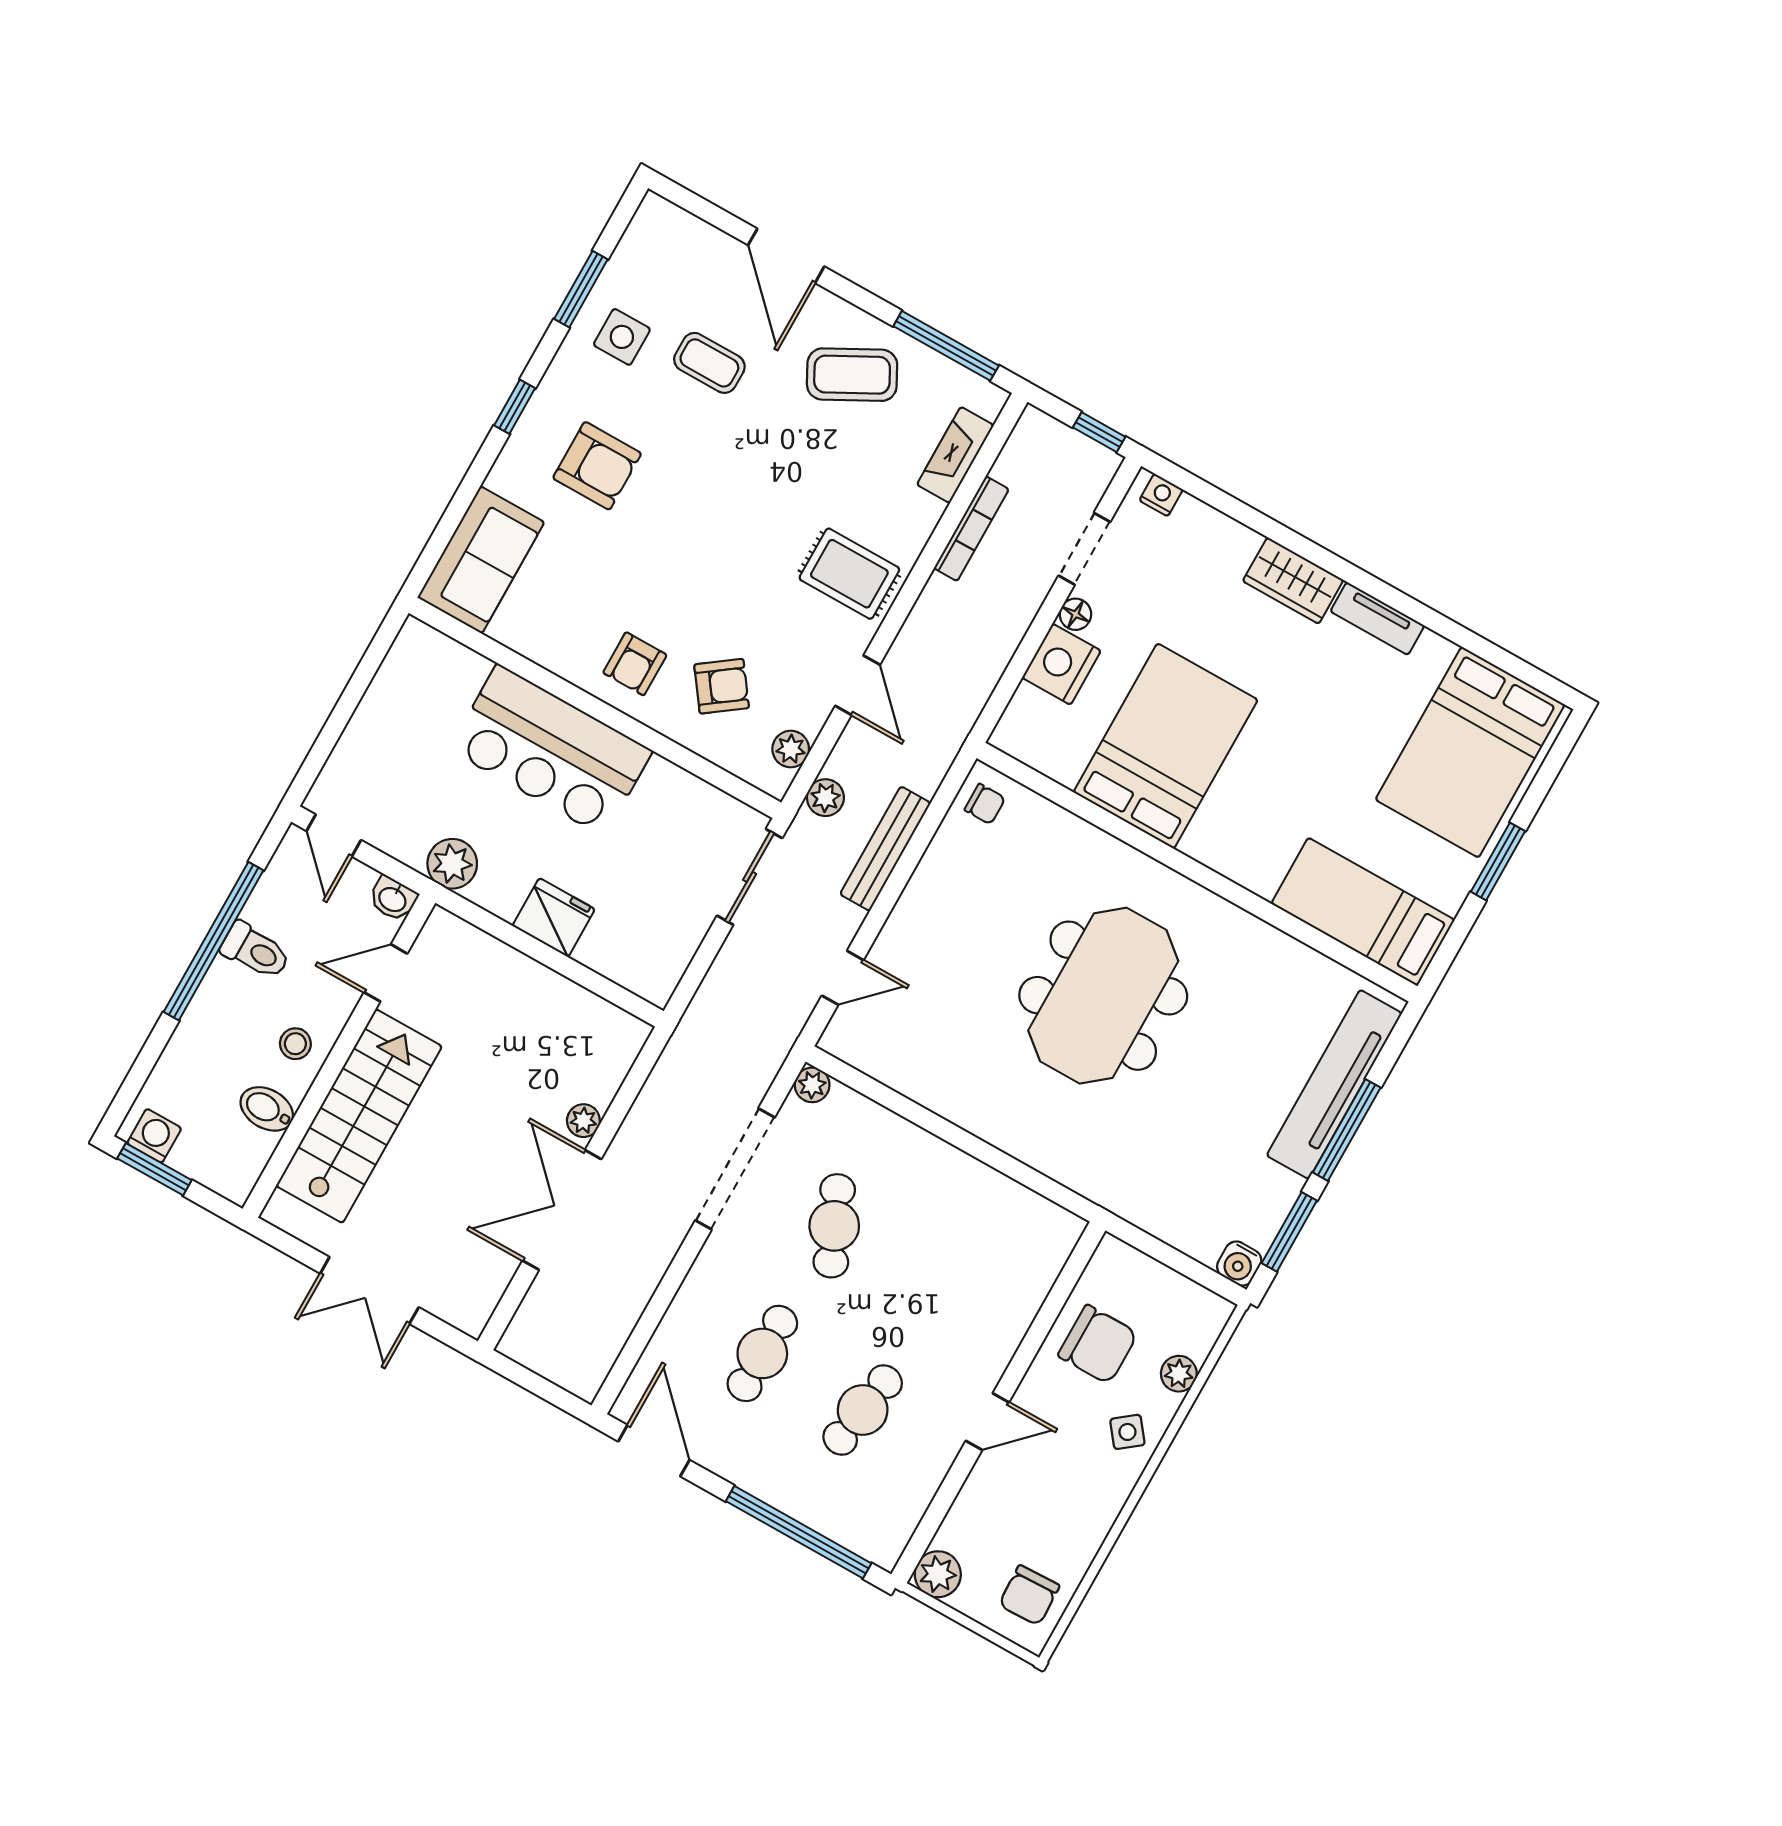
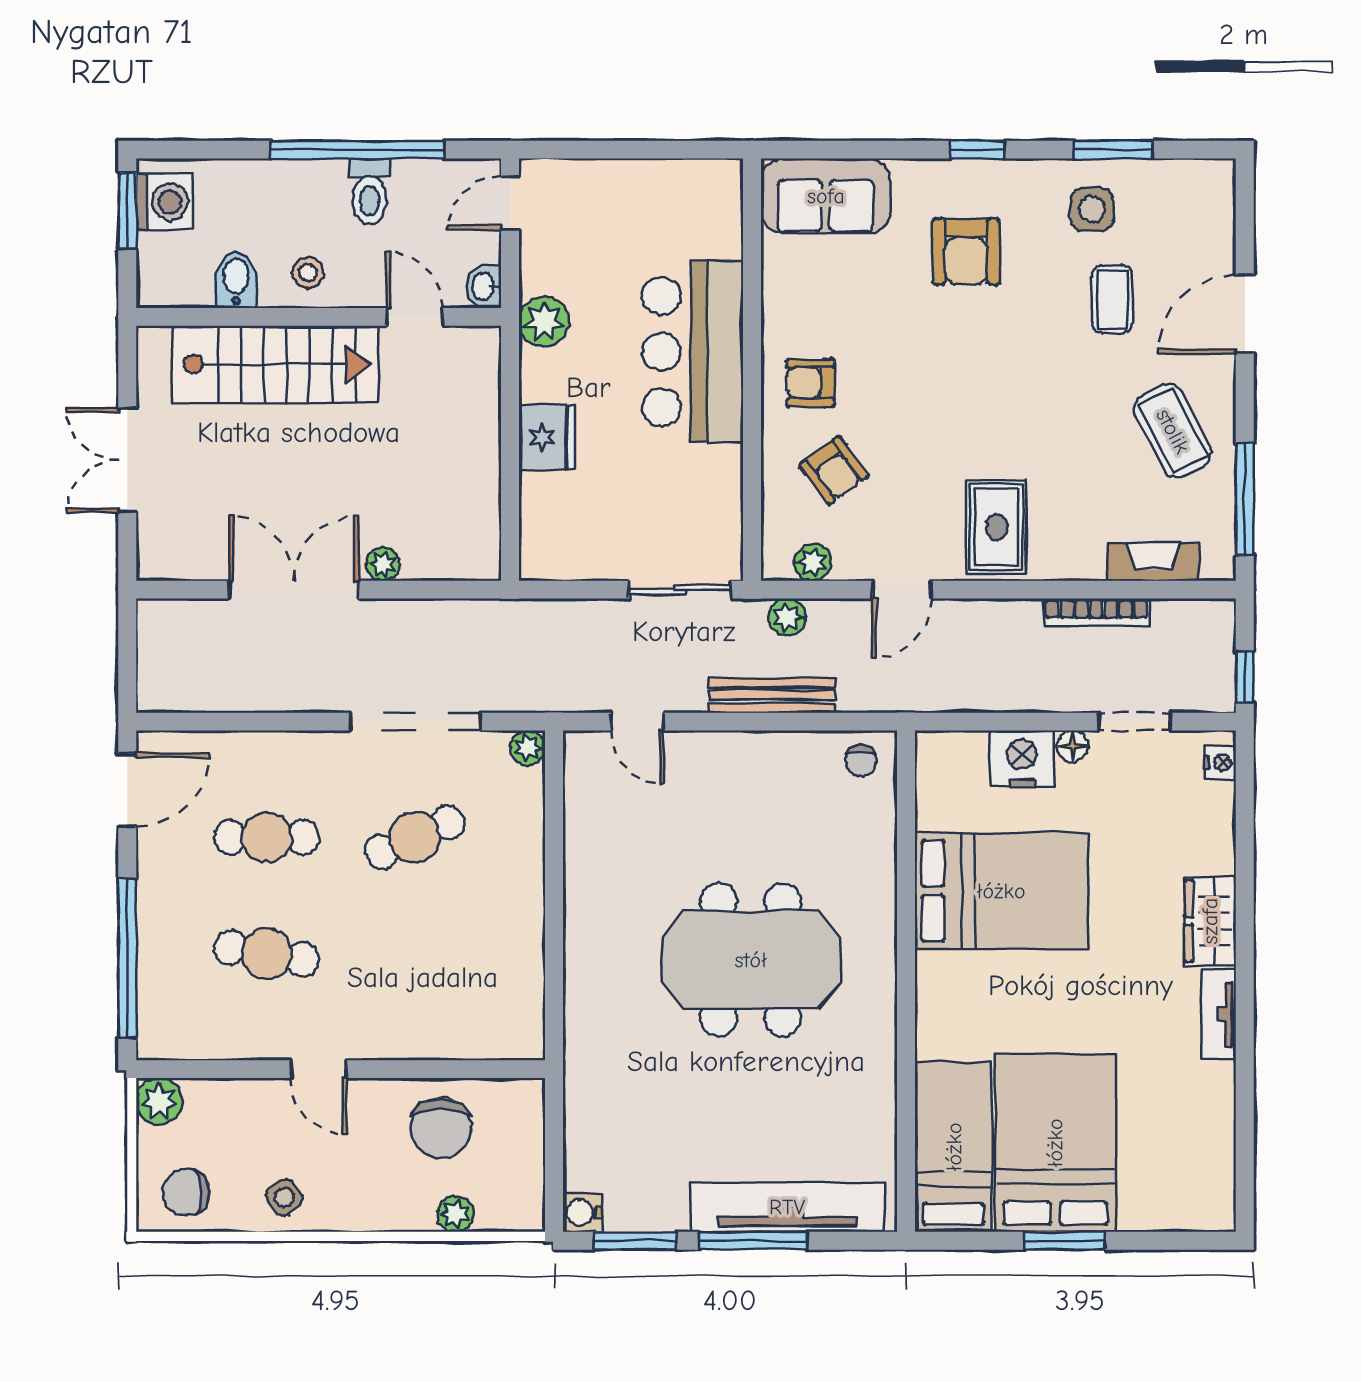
bed: (1470, 752) -> (1055, 1143), moved, turned 90
washing machine: (154, 1136) -> (164, 202), width x1.38, depth x1.38
side table: (1127, 1432) -> (284, 1198), moved

